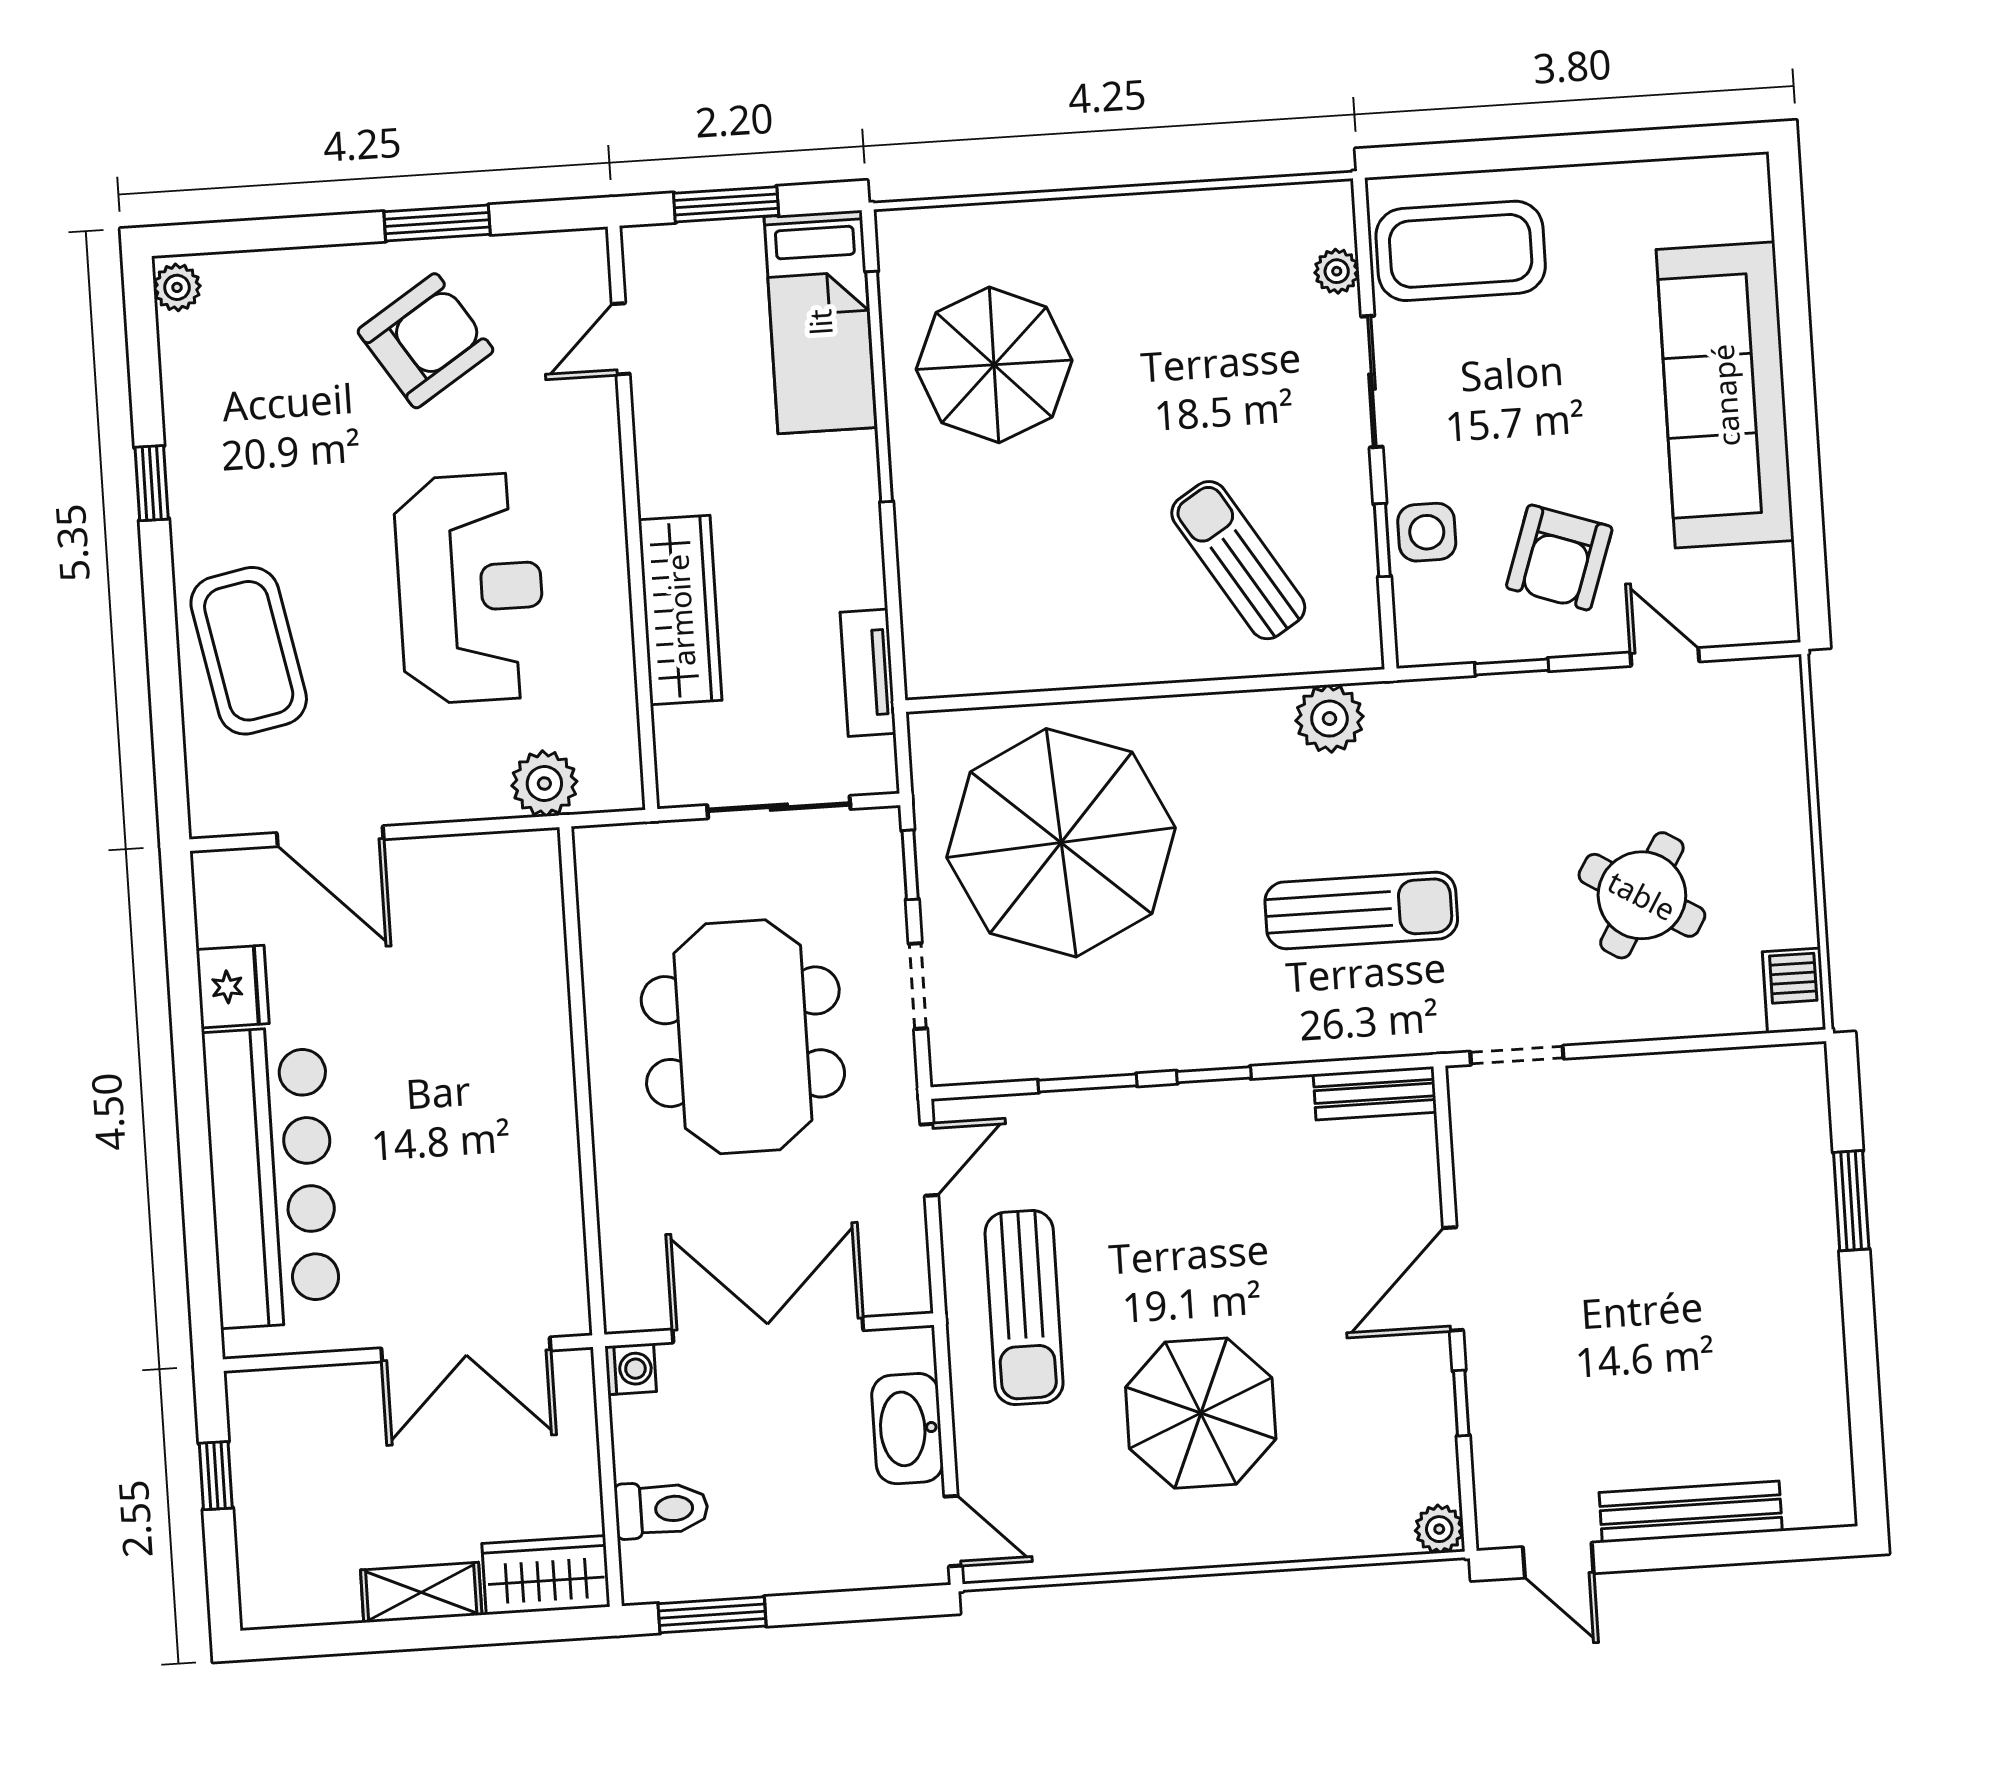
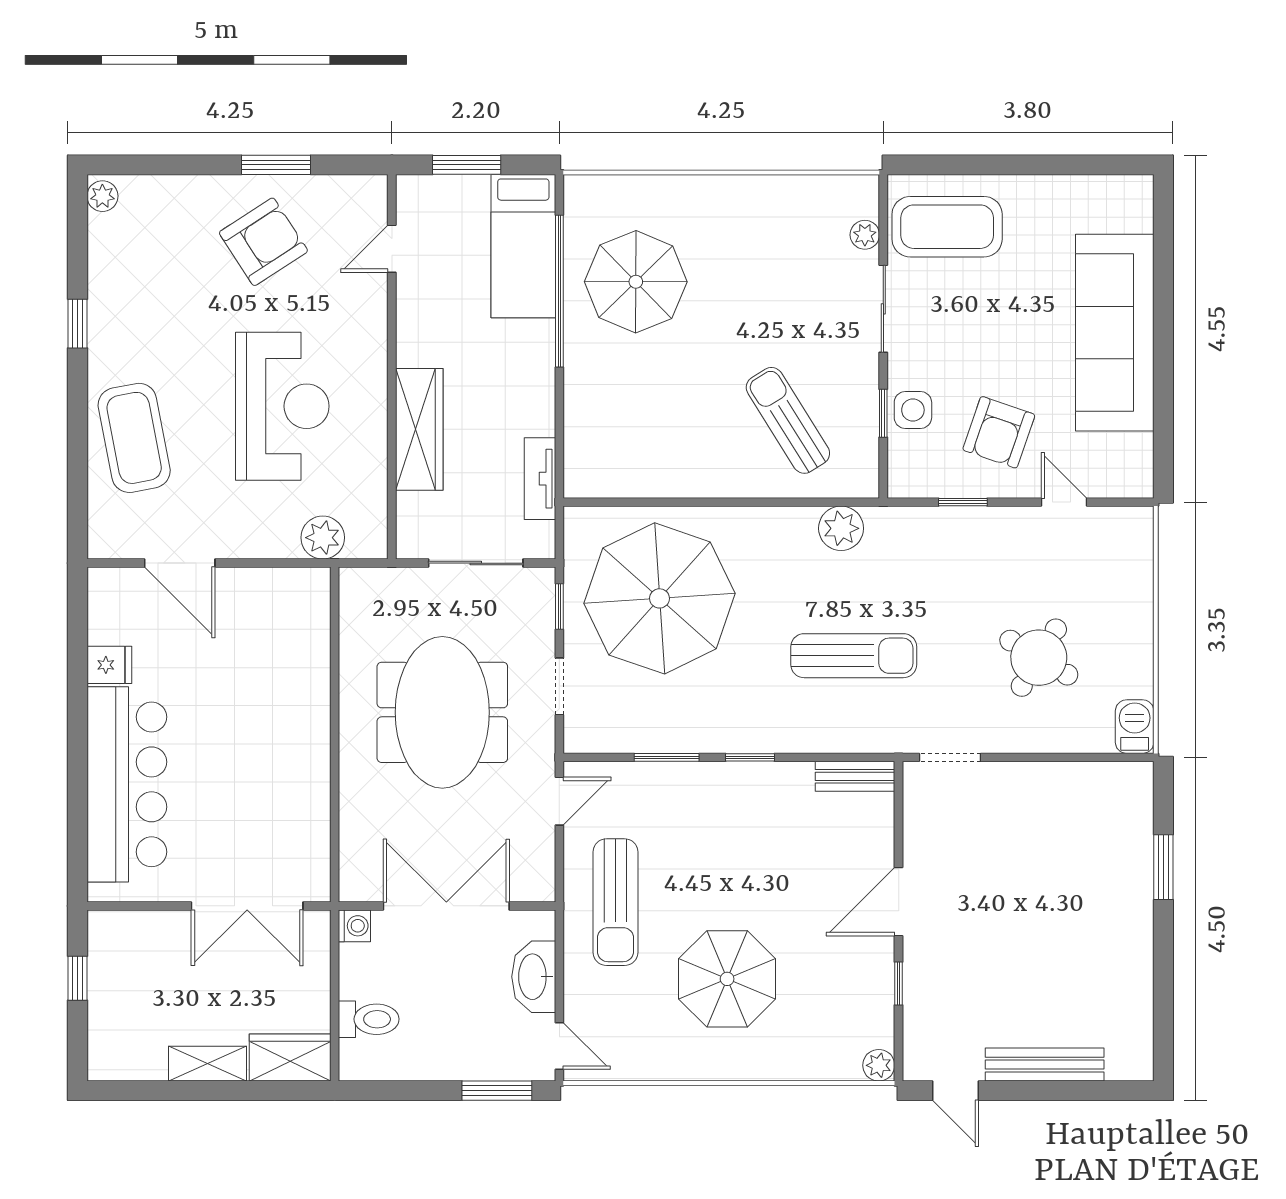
fridge: (233, 987) -> (109, 665), width x0.72
window: (712, 1615) -> (497, 1091), moved

